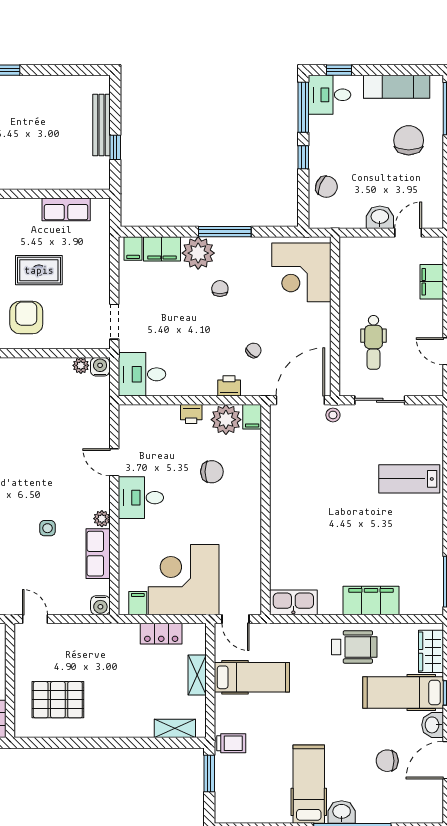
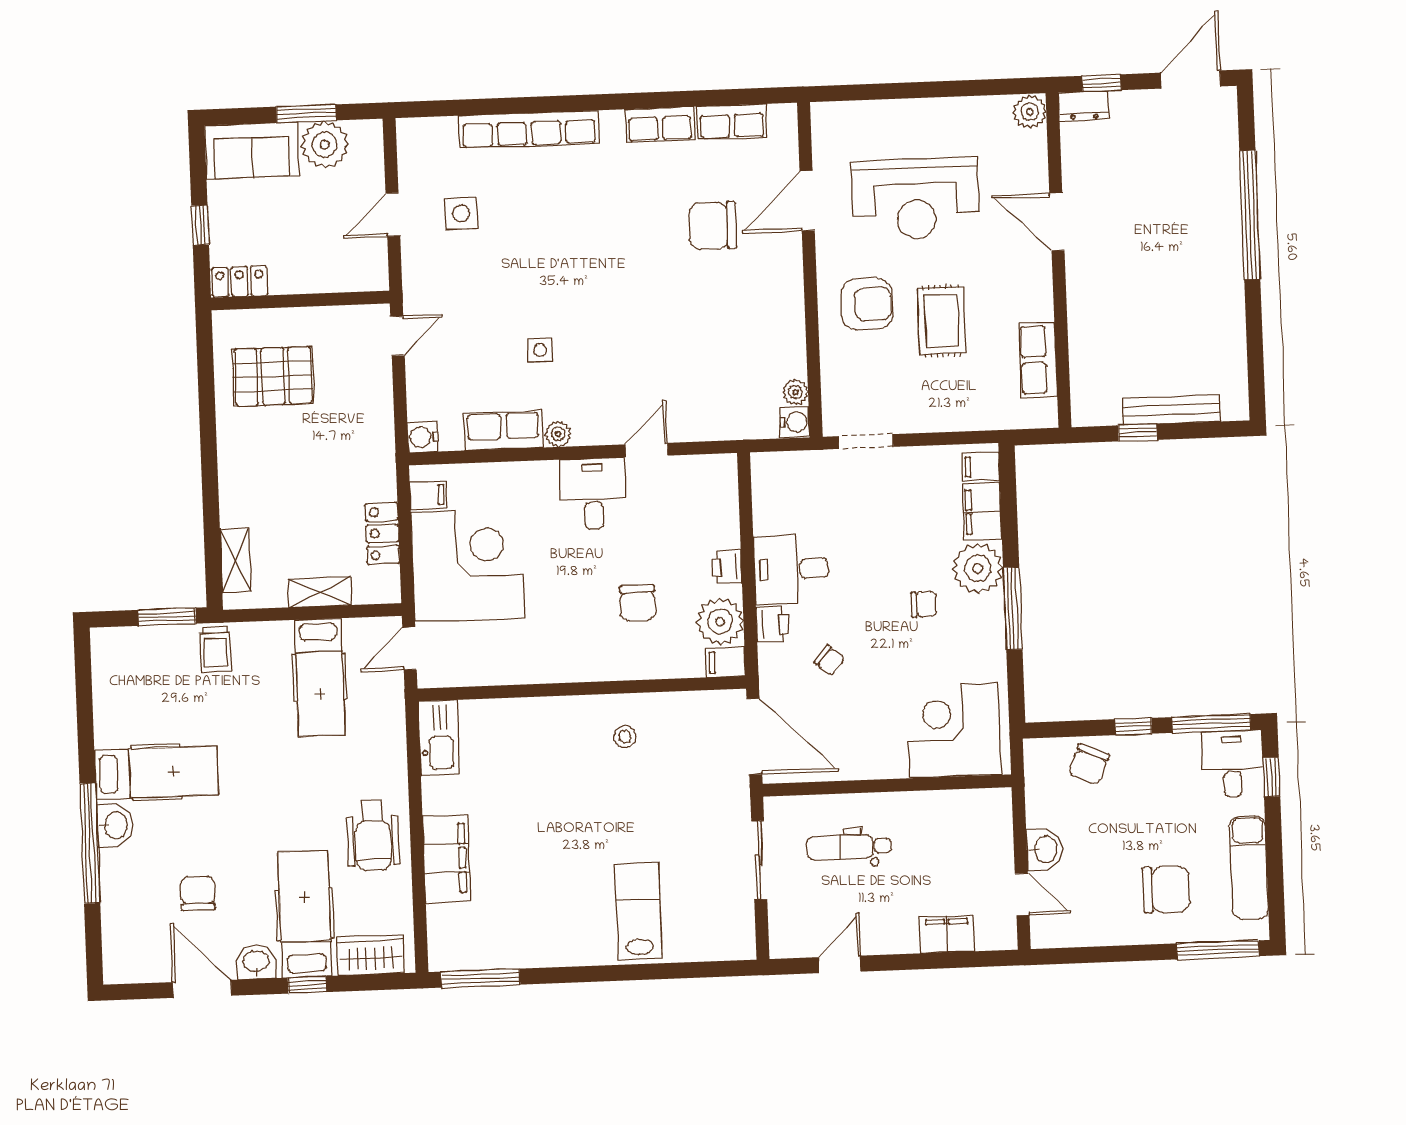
desk: (142, 374) -> (791, 569), moved, turned -90
stool: (333, 415) -> (625, 737), moved
pallet: (58, 700) -> (273, 376), turned 90

